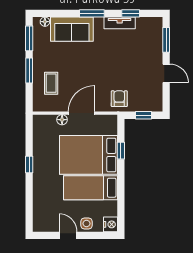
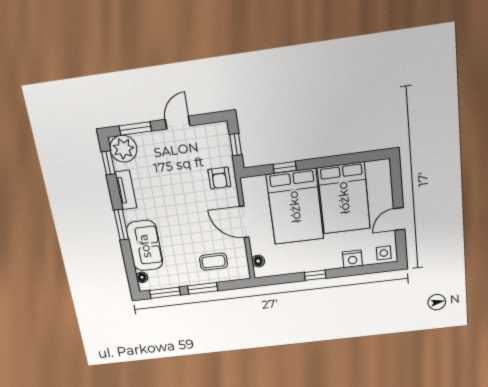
window: (131, 13) -> (108, 163), moved
plant: (152, 28) -> (123, 149), added
armchair: (119, 99) -> (219, 178), turned -90
floor lamp: (62, 120) -> (258, 261), moved
bed: (90, 188) -> (344, 198), width x1.50
side table: (86, 223) -> (384, 253), moved
nightstand: (111, 224) -> (352, 259), moved, turned 180

